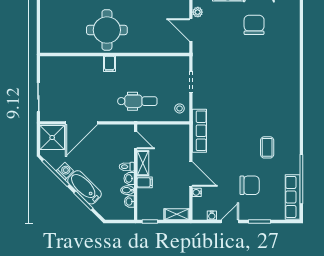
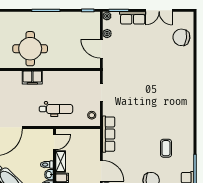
chair: (254, 25) -> (181, 37), moved, turned -82
filing cabinet: (109, 64) -> (32, 77), width x2.00
door: (136, 140) -> (55, 142), hinge flipped

